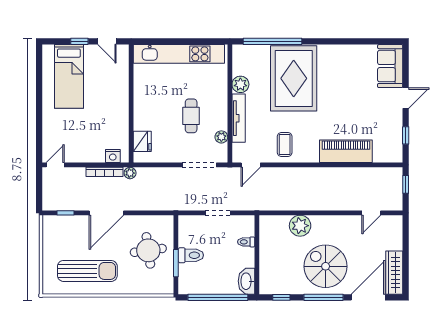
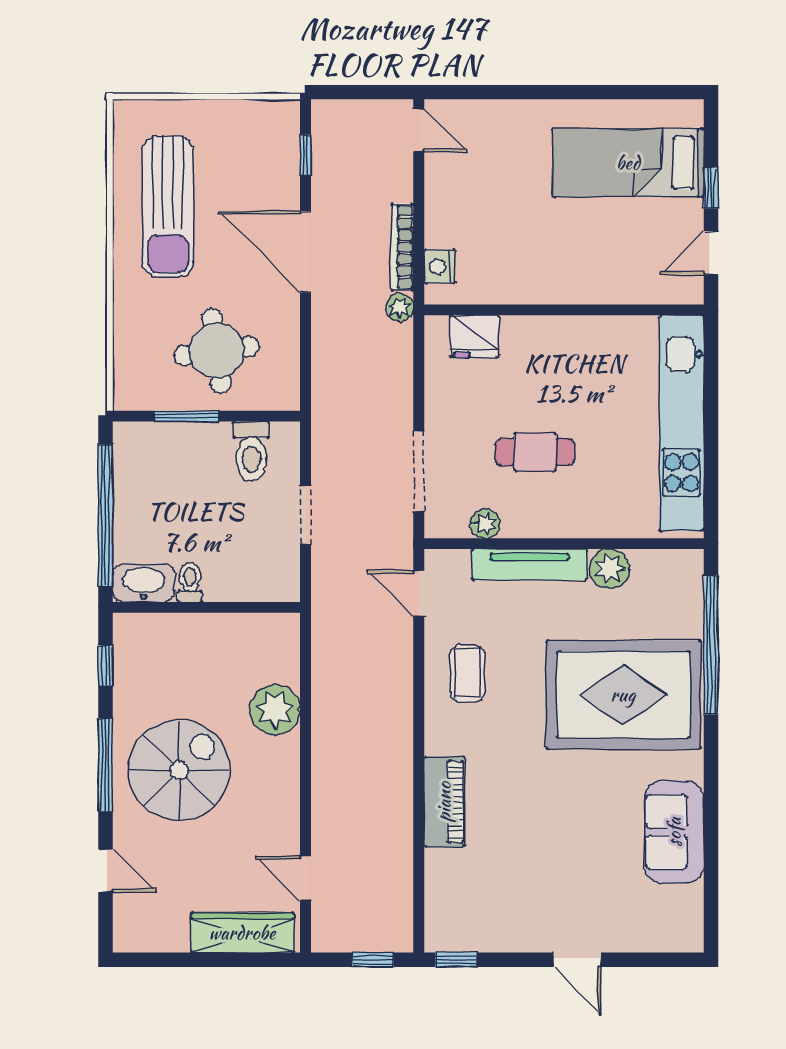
sofa: (390, 66) -> (674, 832), moved, turned -90
window: (406, 135) -> (456, 960), moved
coffee table: (285, 144) -> (467, 673), turned 90
piano: (346, 151) -> (444, 802), width x0.73, depth x0.75
toilet: (246, 242) -> (190, 582), moved
toilet: (191, 255) -> (251, 451), moved
wardrobe: (394, 273) -> (242, 933), moved
door: (368, 297) -> (105, 871), width x0.53

